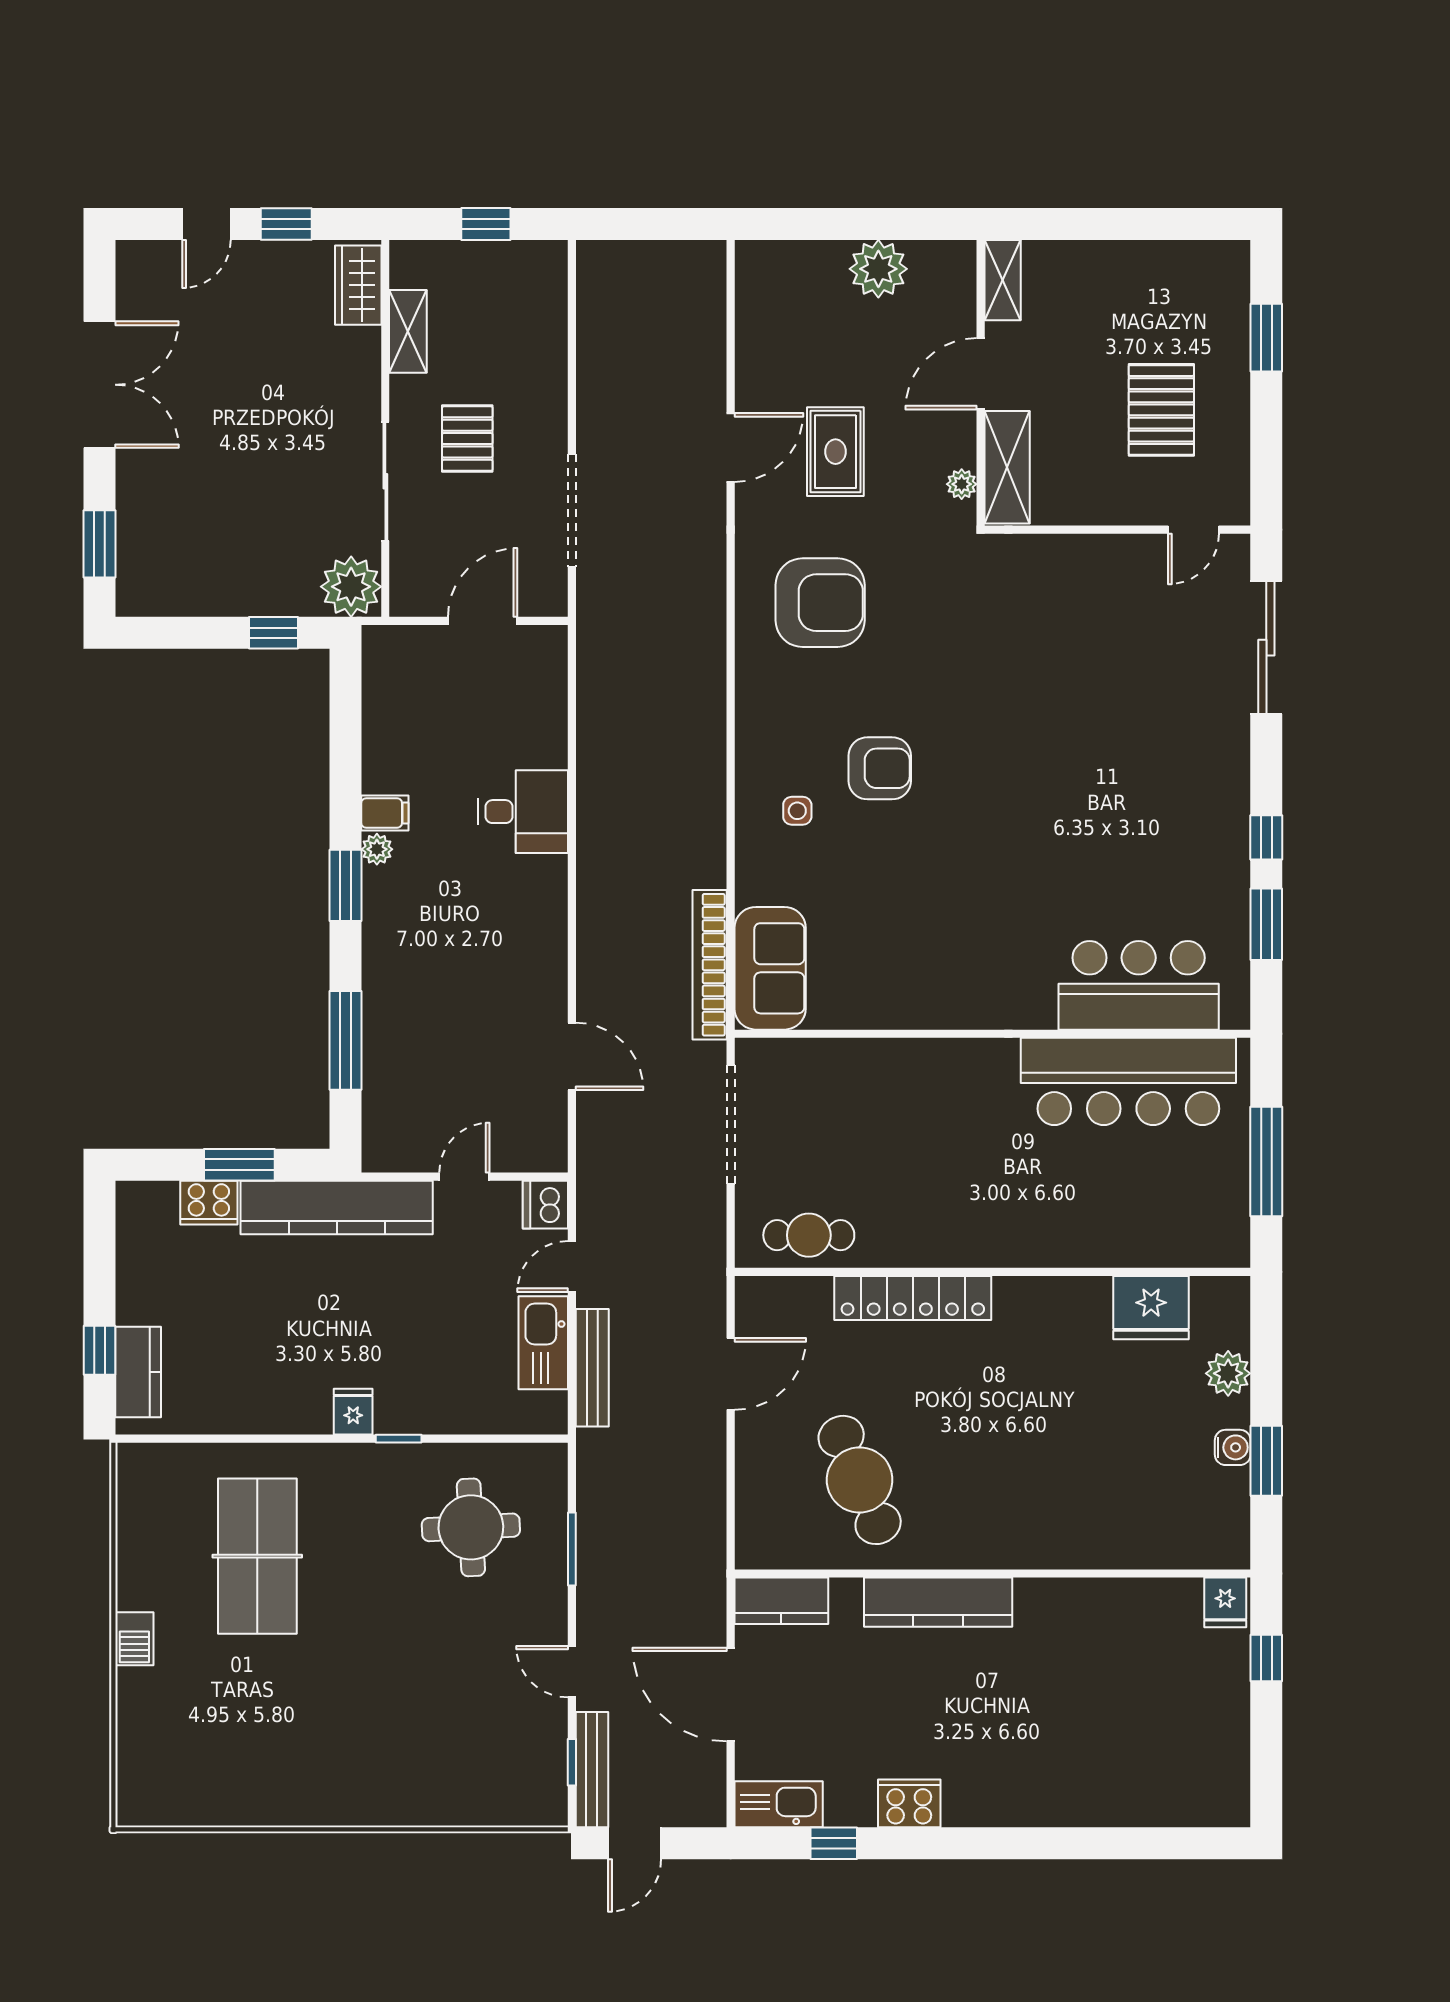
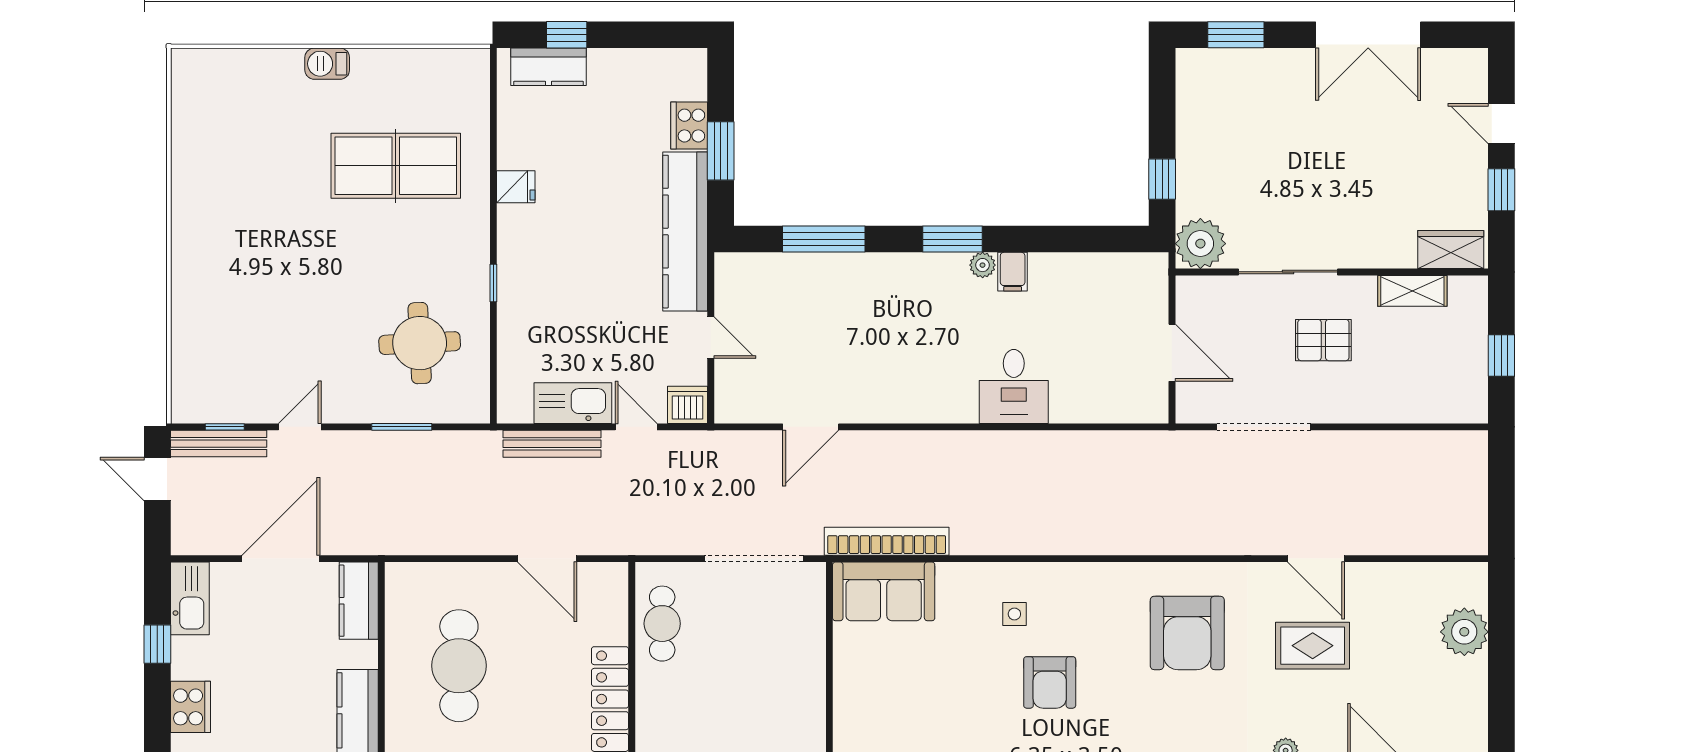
plant: (878, 269) -> (1464, 632), moved
fridge: (353, 1412) -> (516, 187), moved
cafe table: (860, 1480) -> (459, 666), turned -67

